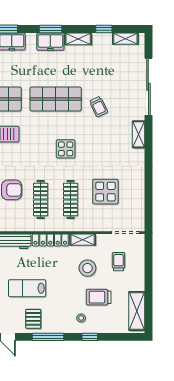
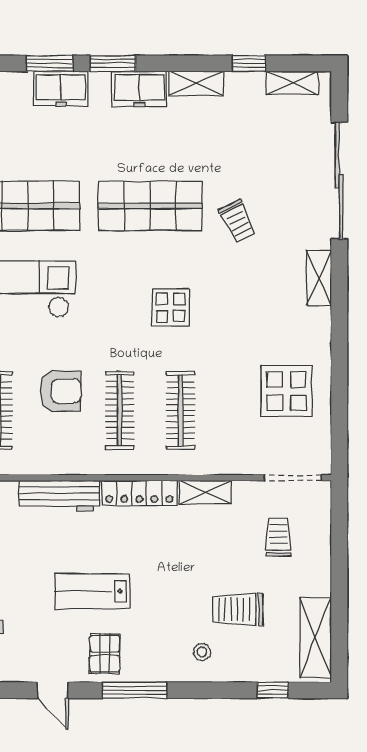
window: (51, 29) -> (113, 63), moved
display table: (105, 192) -> (286, 391), moved
stool: (87, 268) -> (215, 550), removed
window: (90, 337) -> (273, 690), moved

